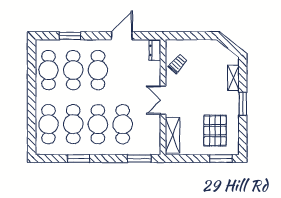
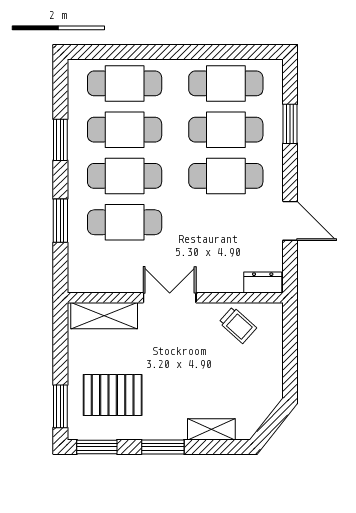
window: (243, 139) -> (97, 447), added
window: (139, 159) -> (60, 221), moved

